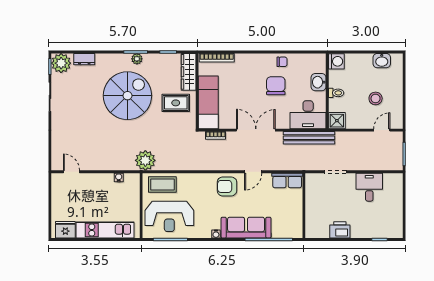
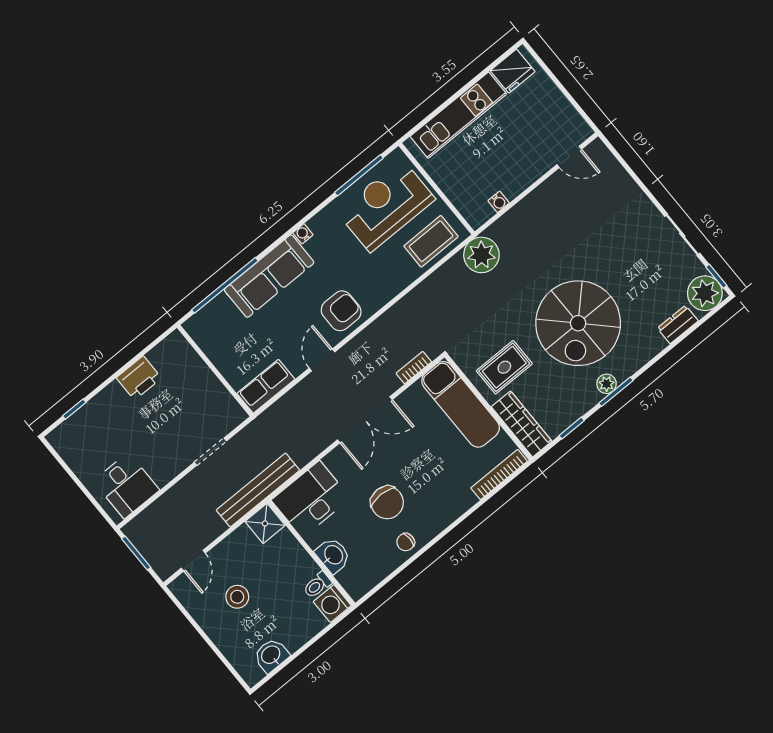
toilet: (336, 93) -> (317, 585), moved
bench: (309, 138) -> (258, 490), moved
desk: (369, 187) -> (126, 486), moved

